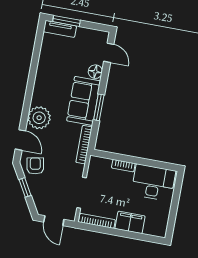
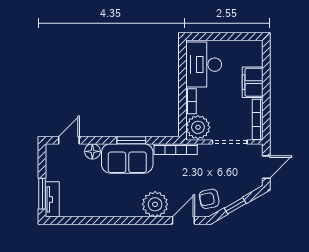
plant: (99, 168) -> (198, 127), added

